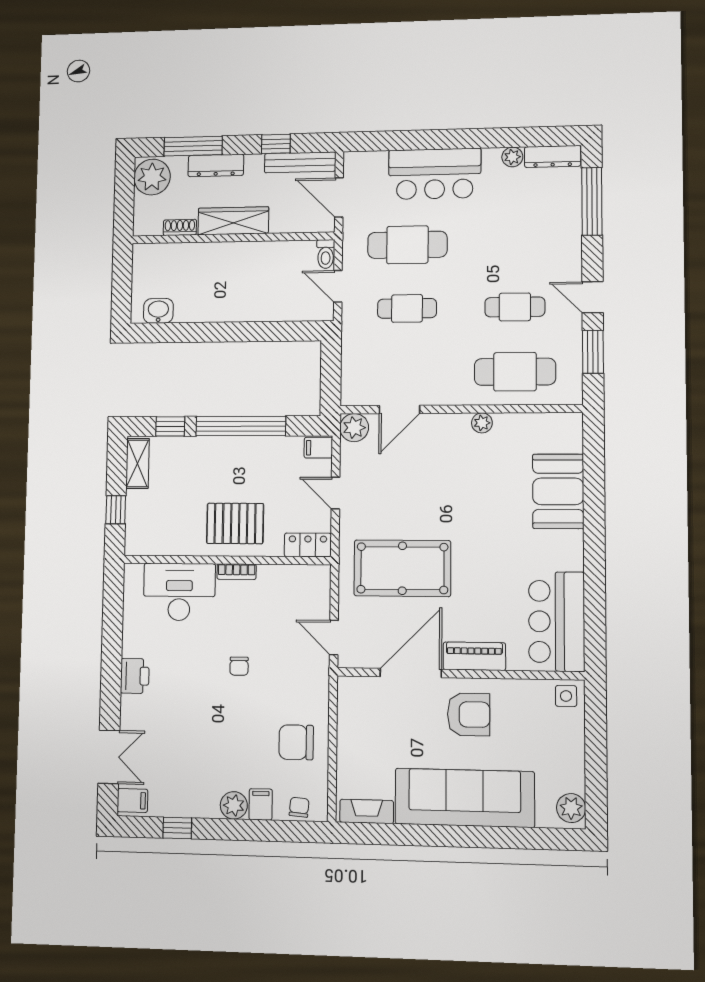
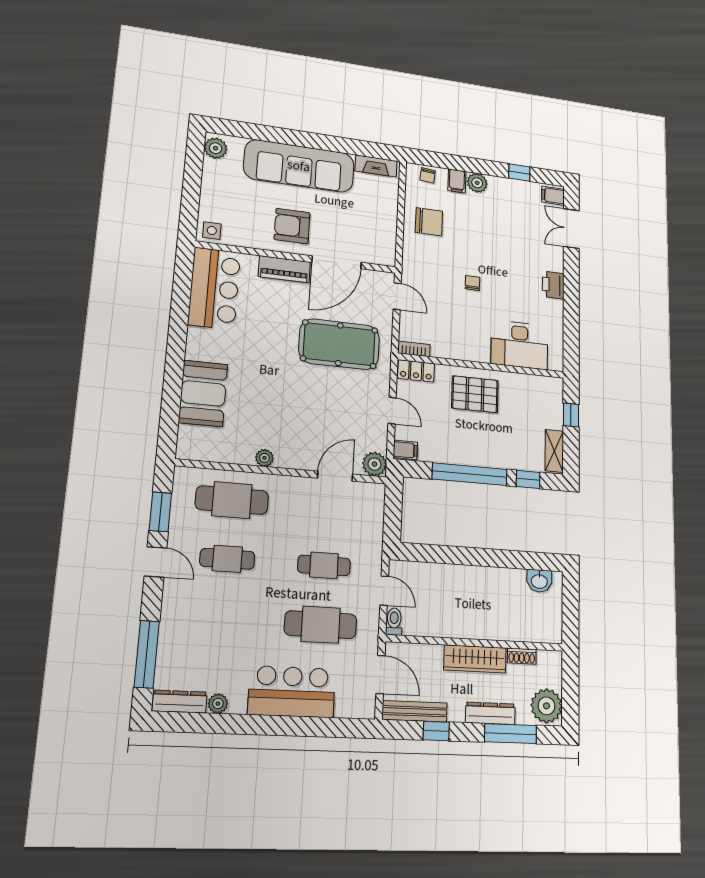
bookcase: (237, 572) -> (414, 349), moved

